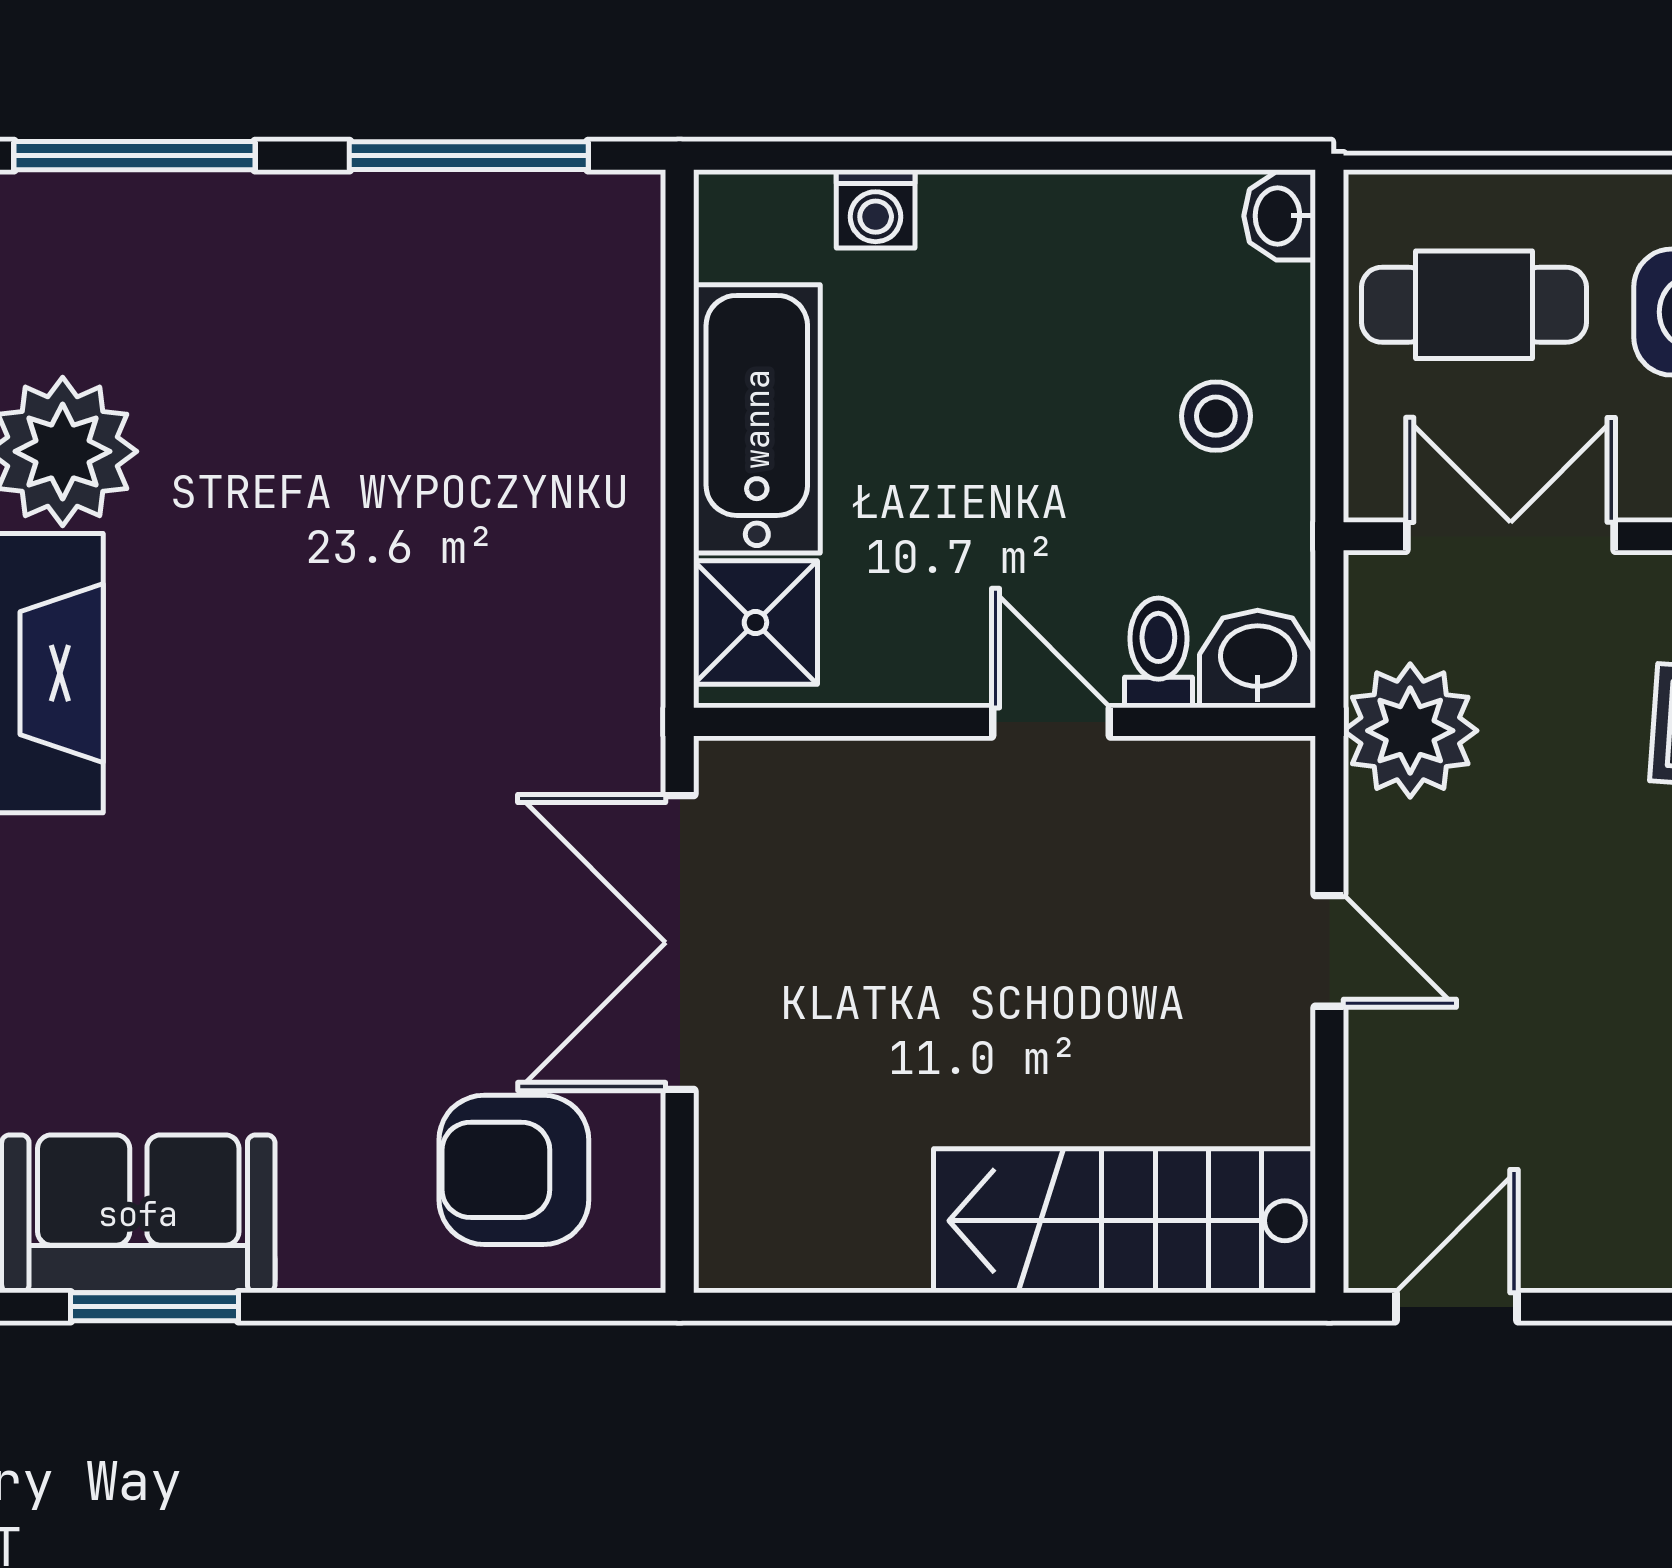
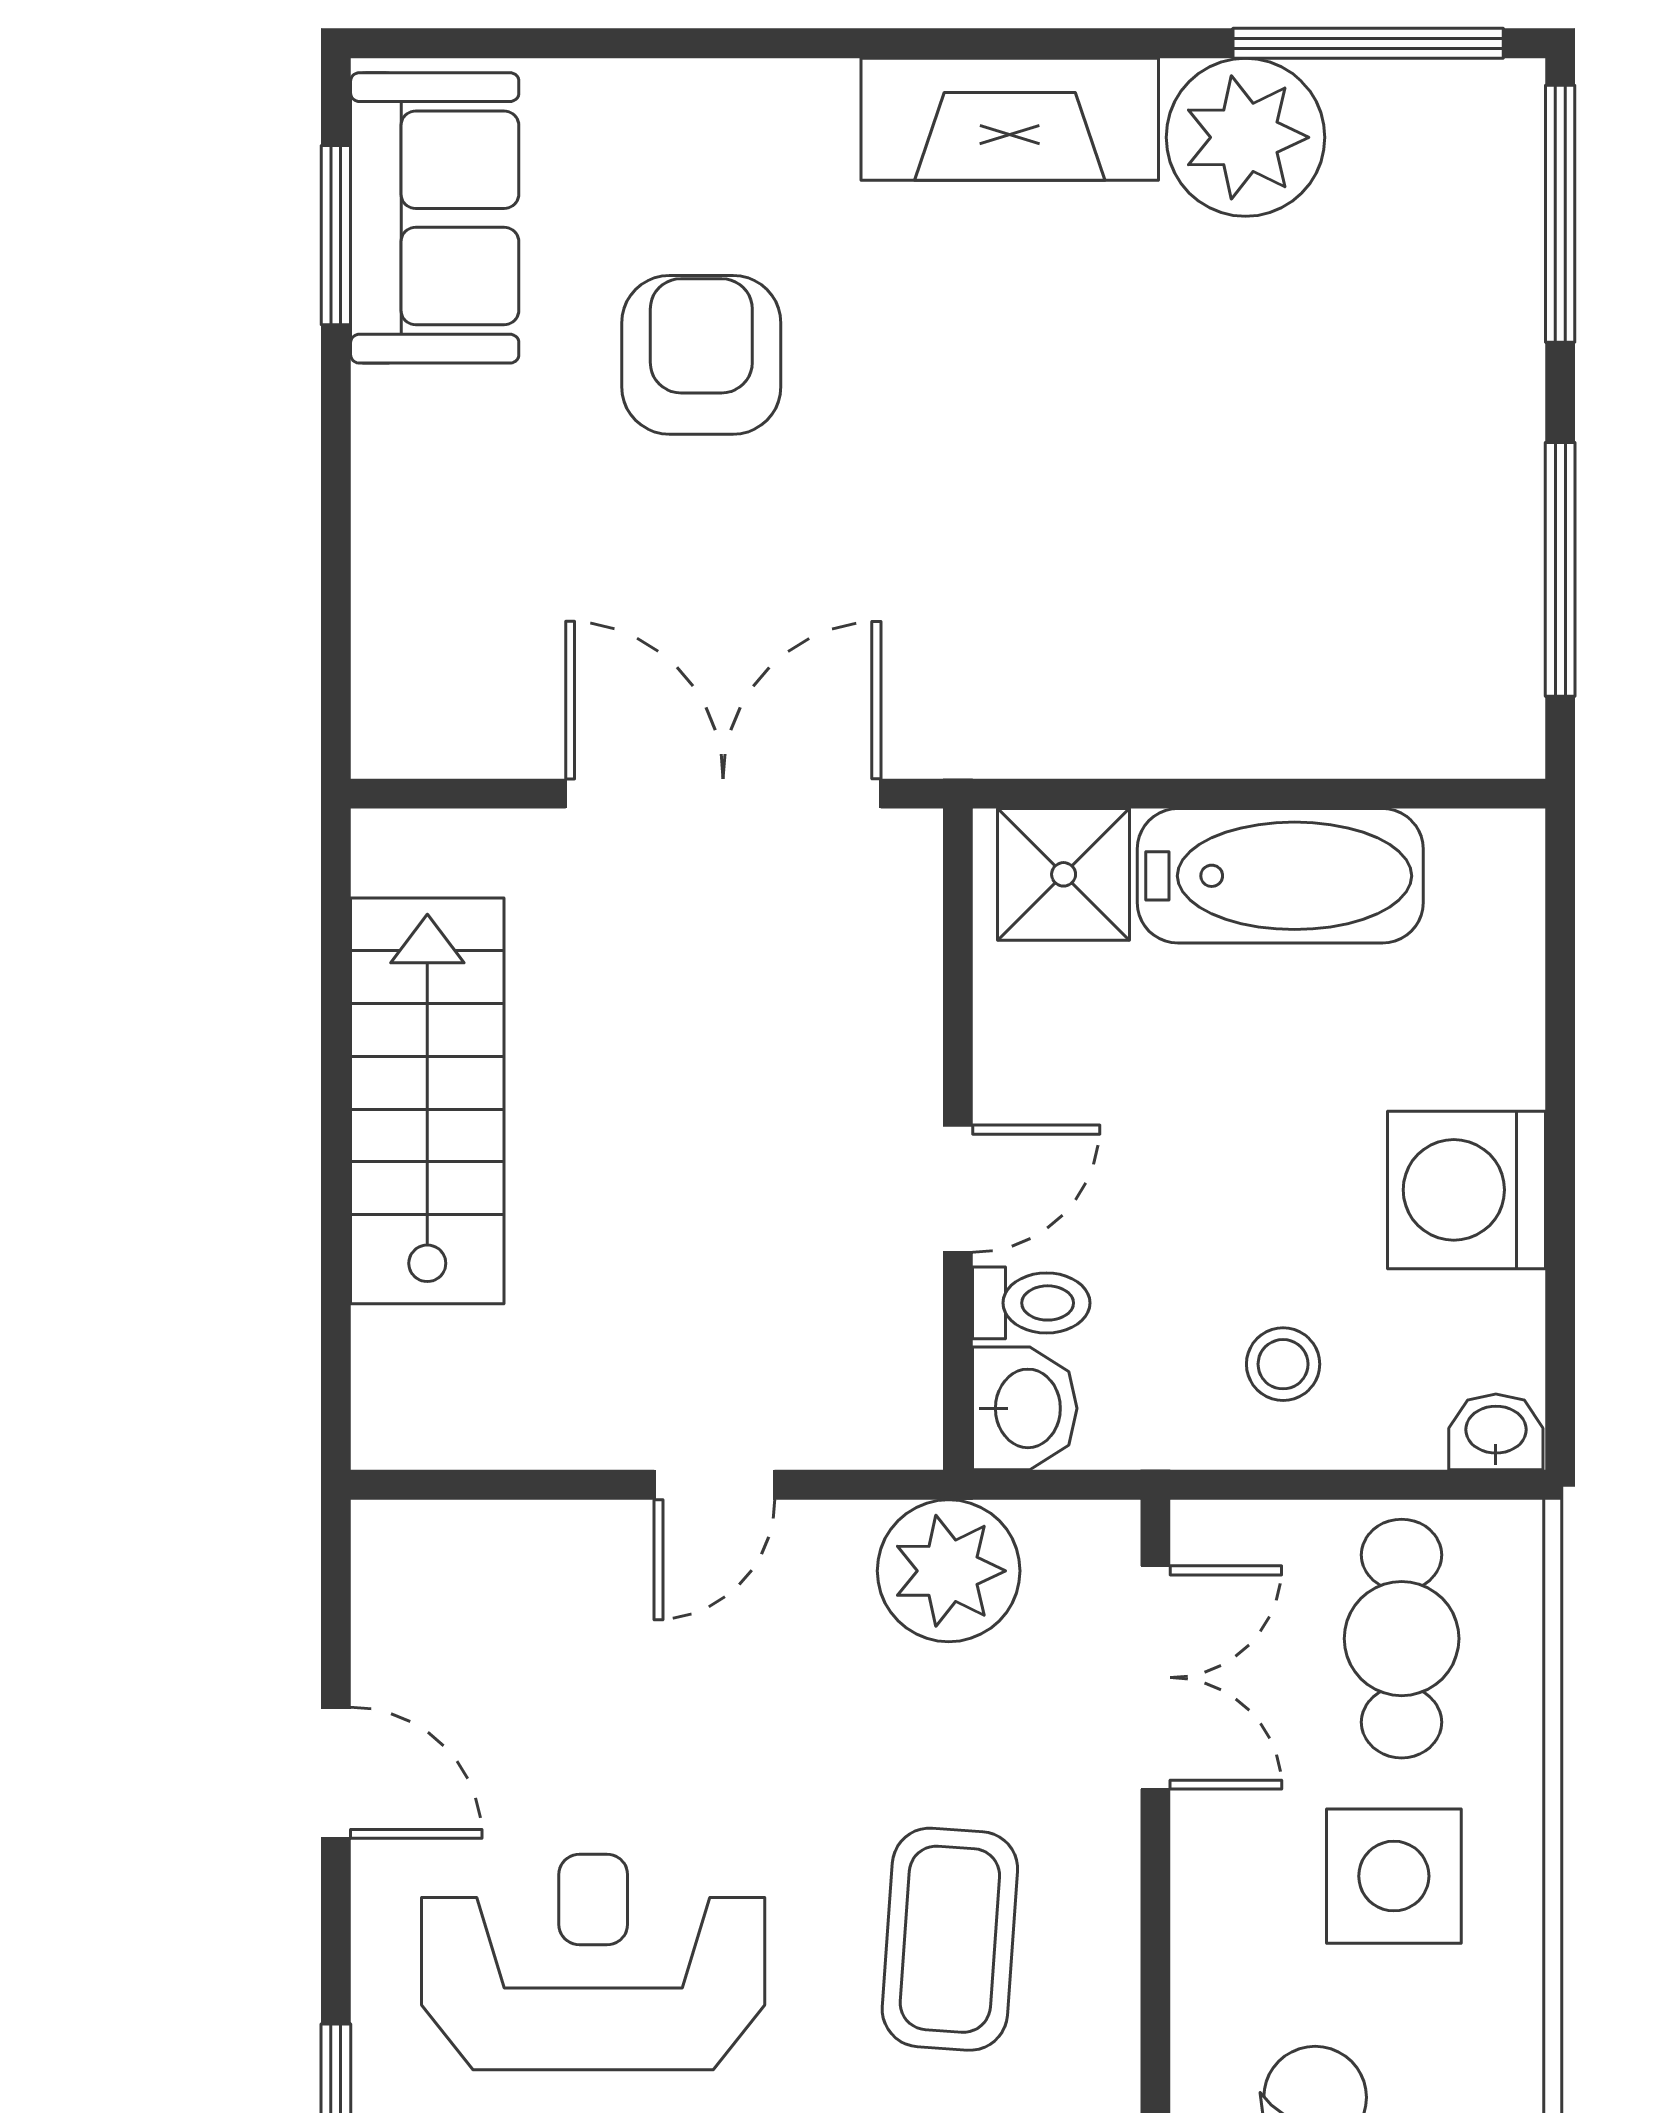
washing machine: (876, 209) -> (1466, 1190), moved, width x1.89, depth x1.89
armchair: (514, 1170) -> (701, 355), moved
stairs: (1125, 1221) -> (427, 1101), moved
door: (1457, 1307) -> (336, 1773), moved

